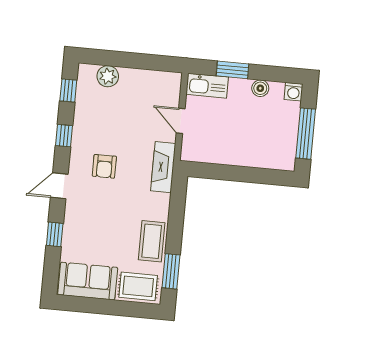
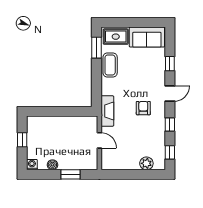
kitchen sink: (207, 86) -> (85, 163), removed
window: (306, 134) -> (22, 140), width x0.46

